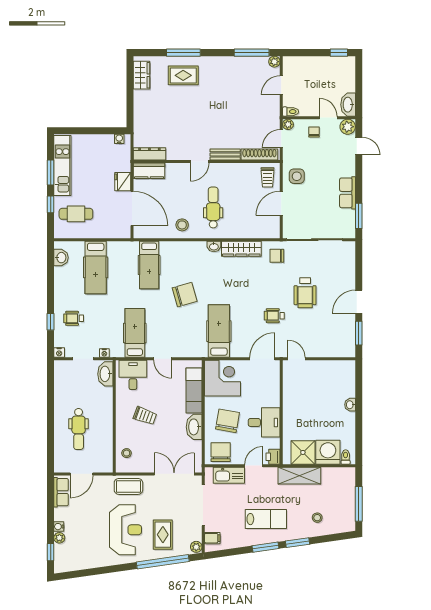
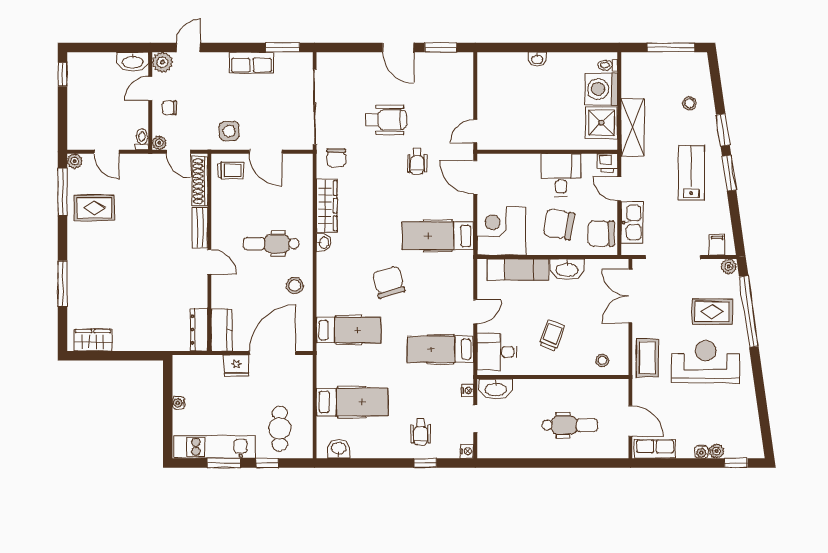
rug: (183, 75) -> (94, 208), moved, turned 90
water cooler: (119, 139) -> (179, 403), moved

